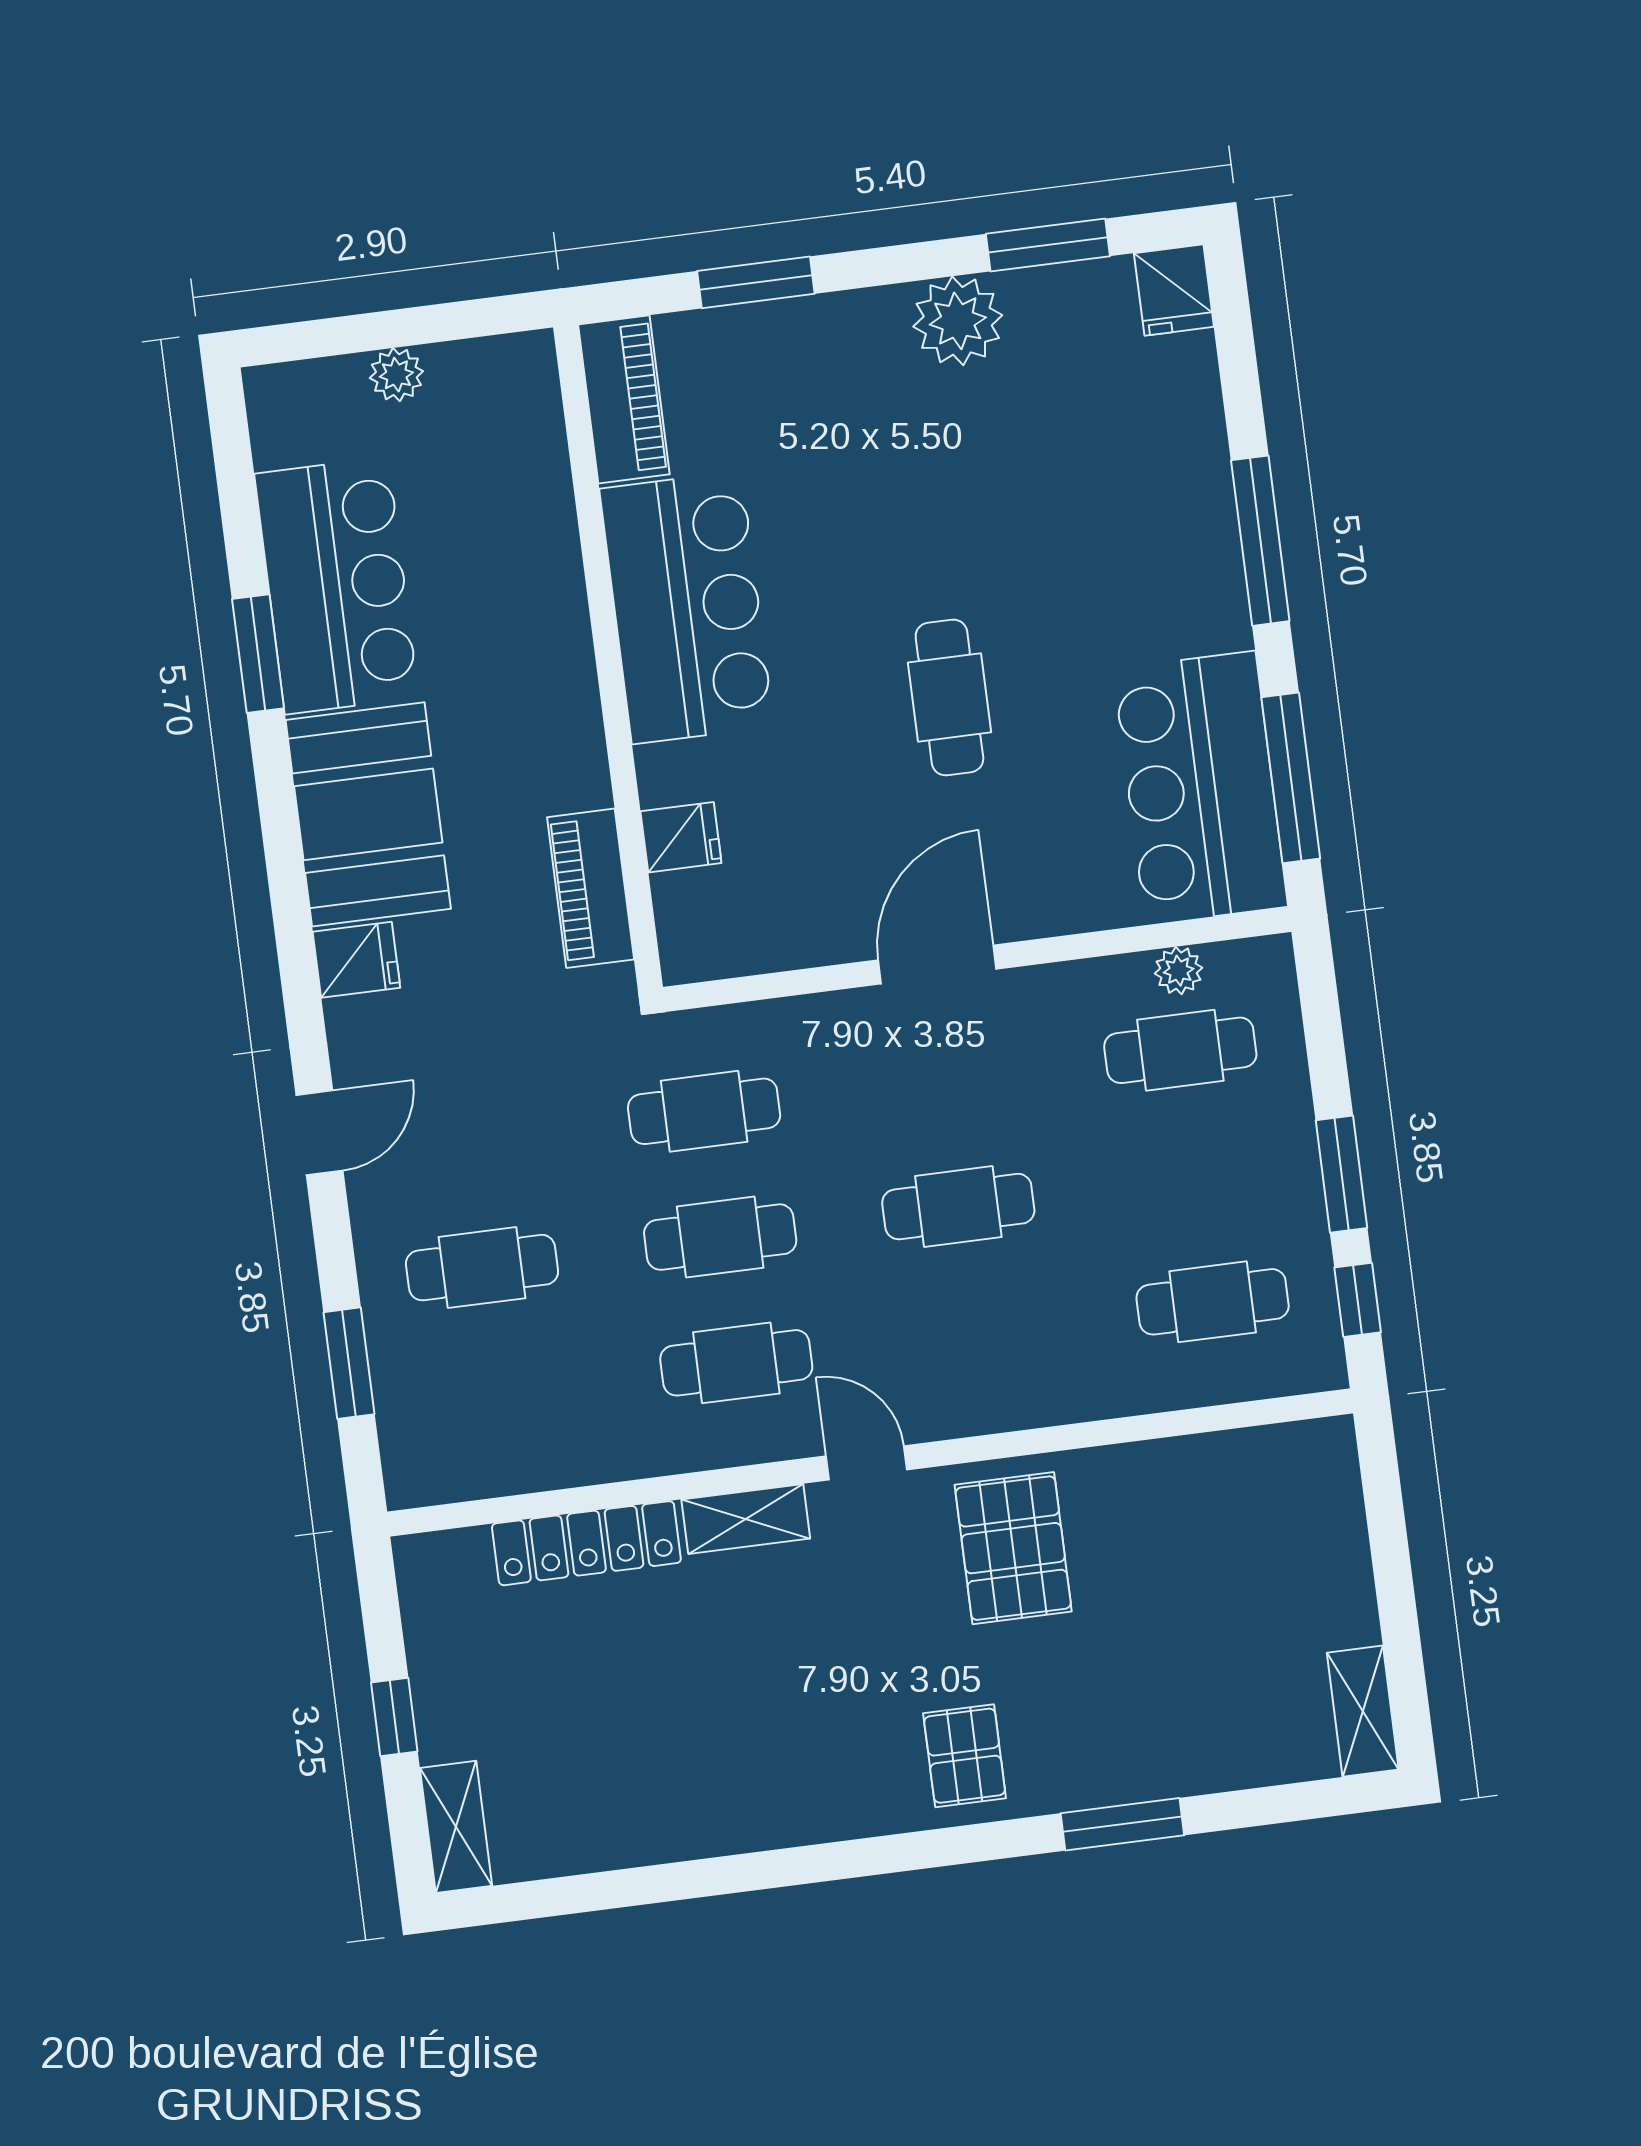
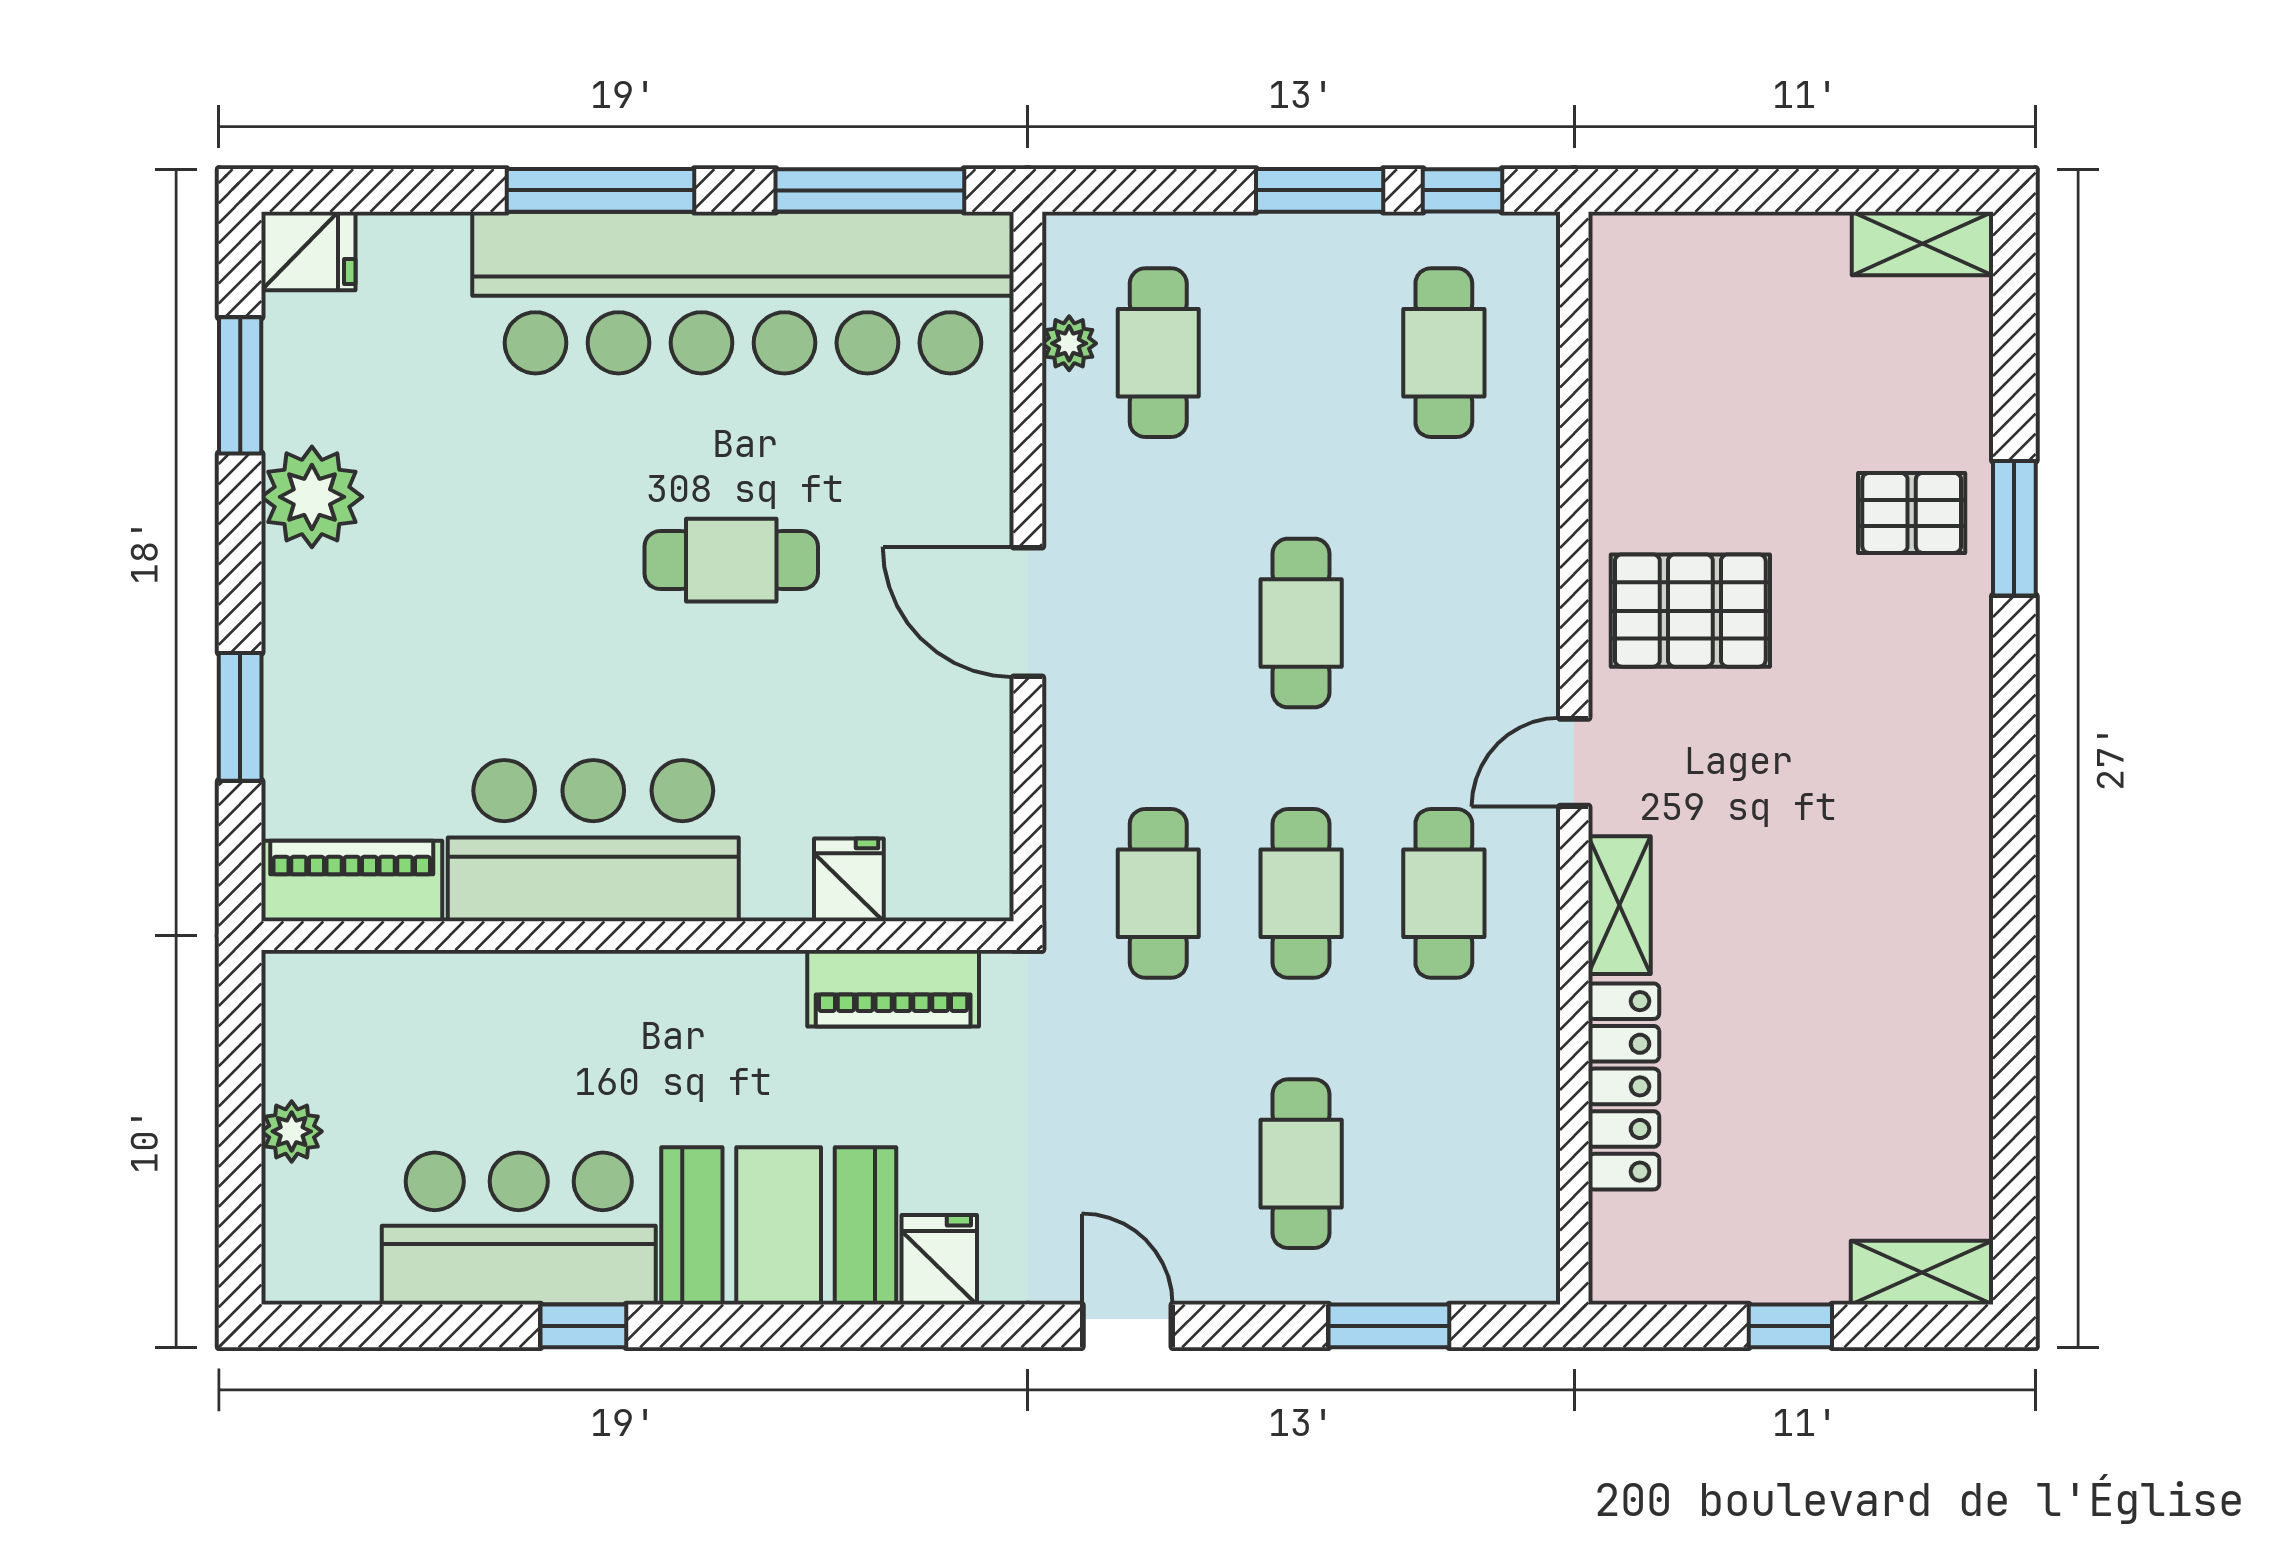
window: (258, 654) -> (583, 1326), width x0.67
bar counter: (1201, 788) -> (743, 293), width x1.86
pallet: (965, 1756) -> (1912, 513), moved

